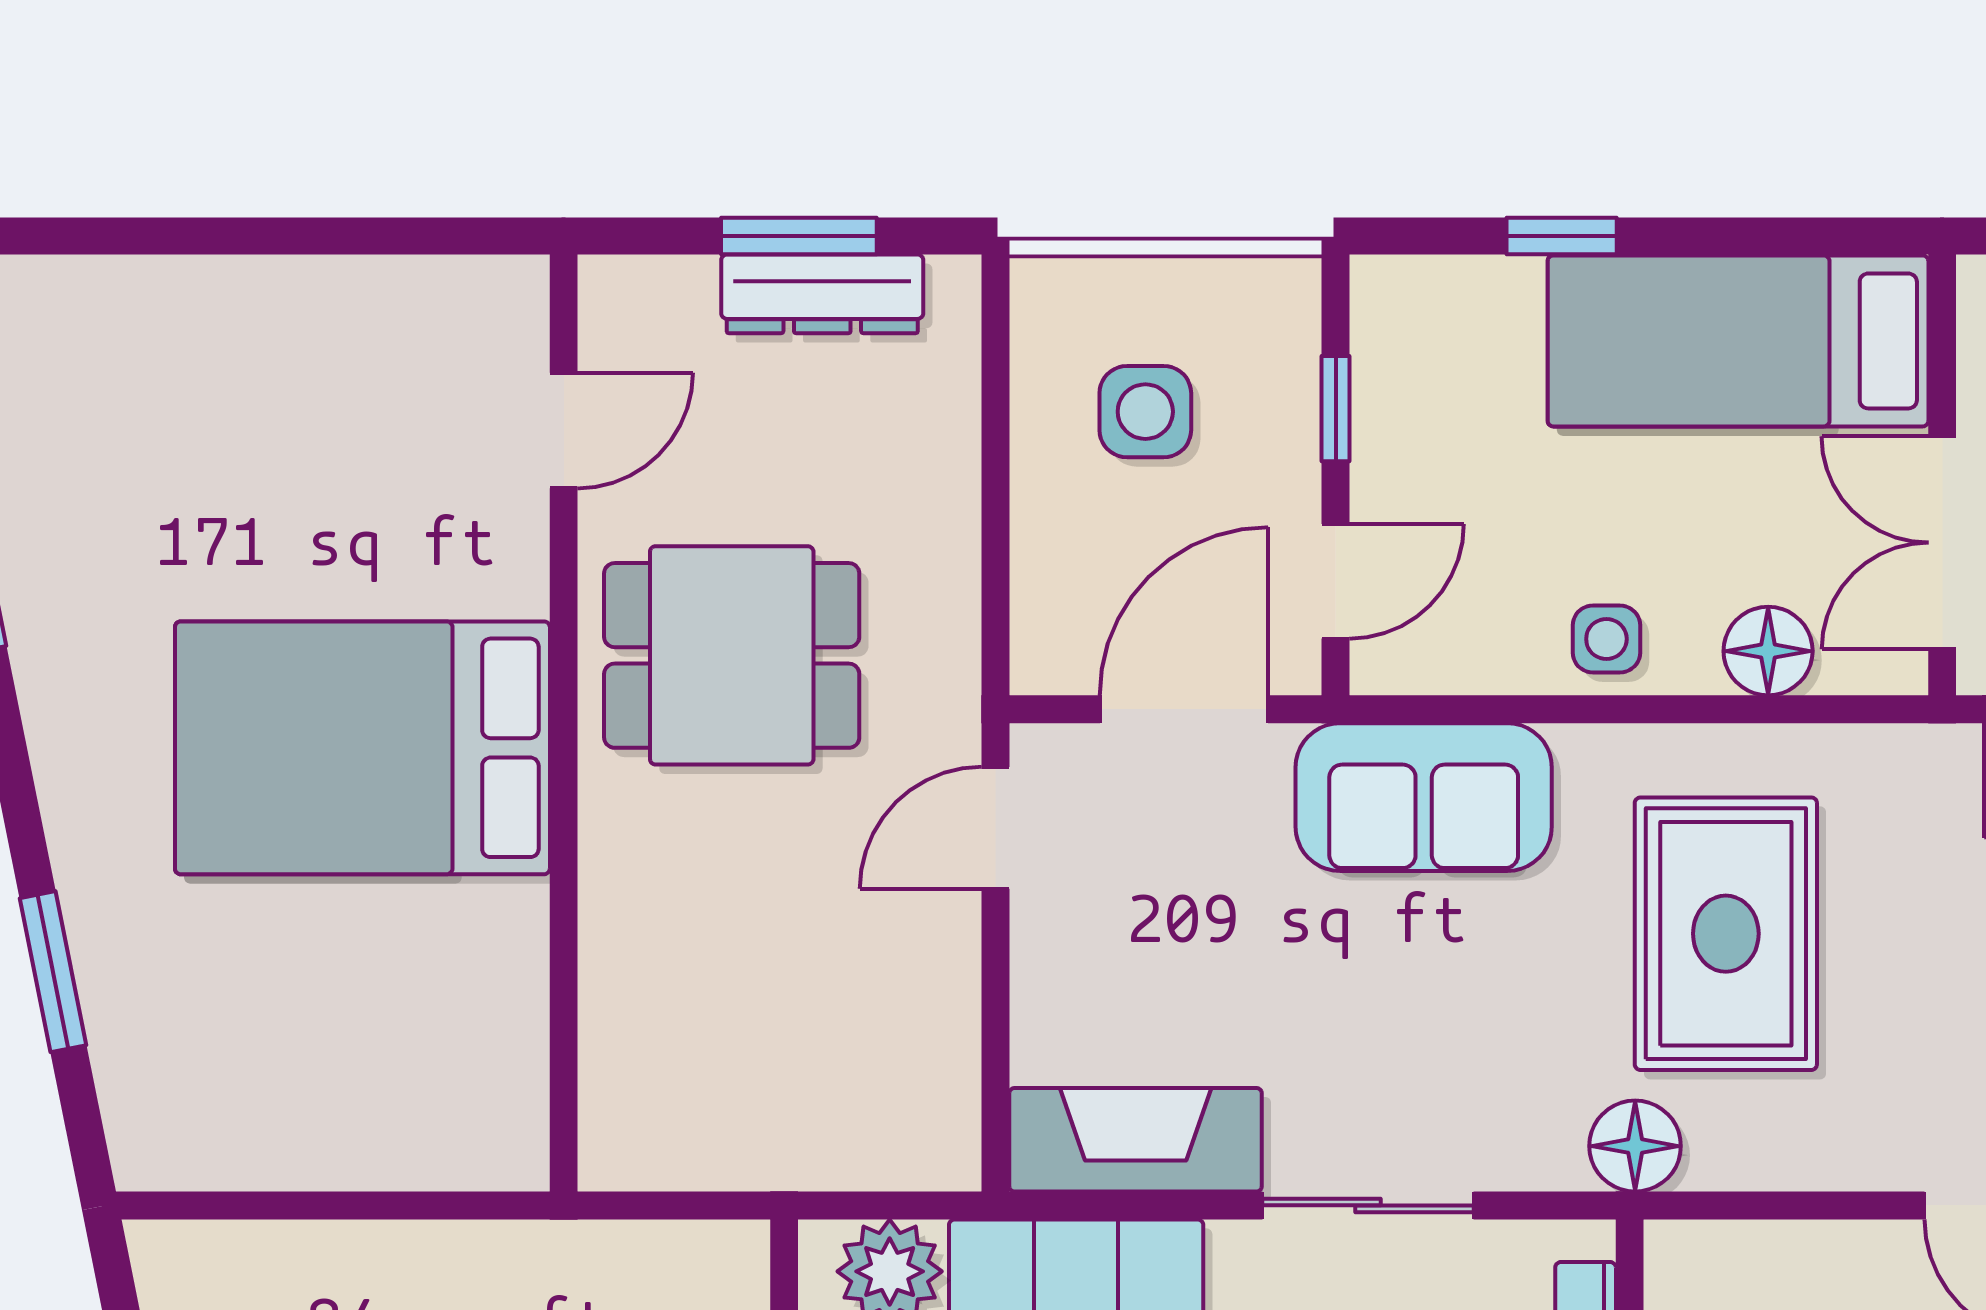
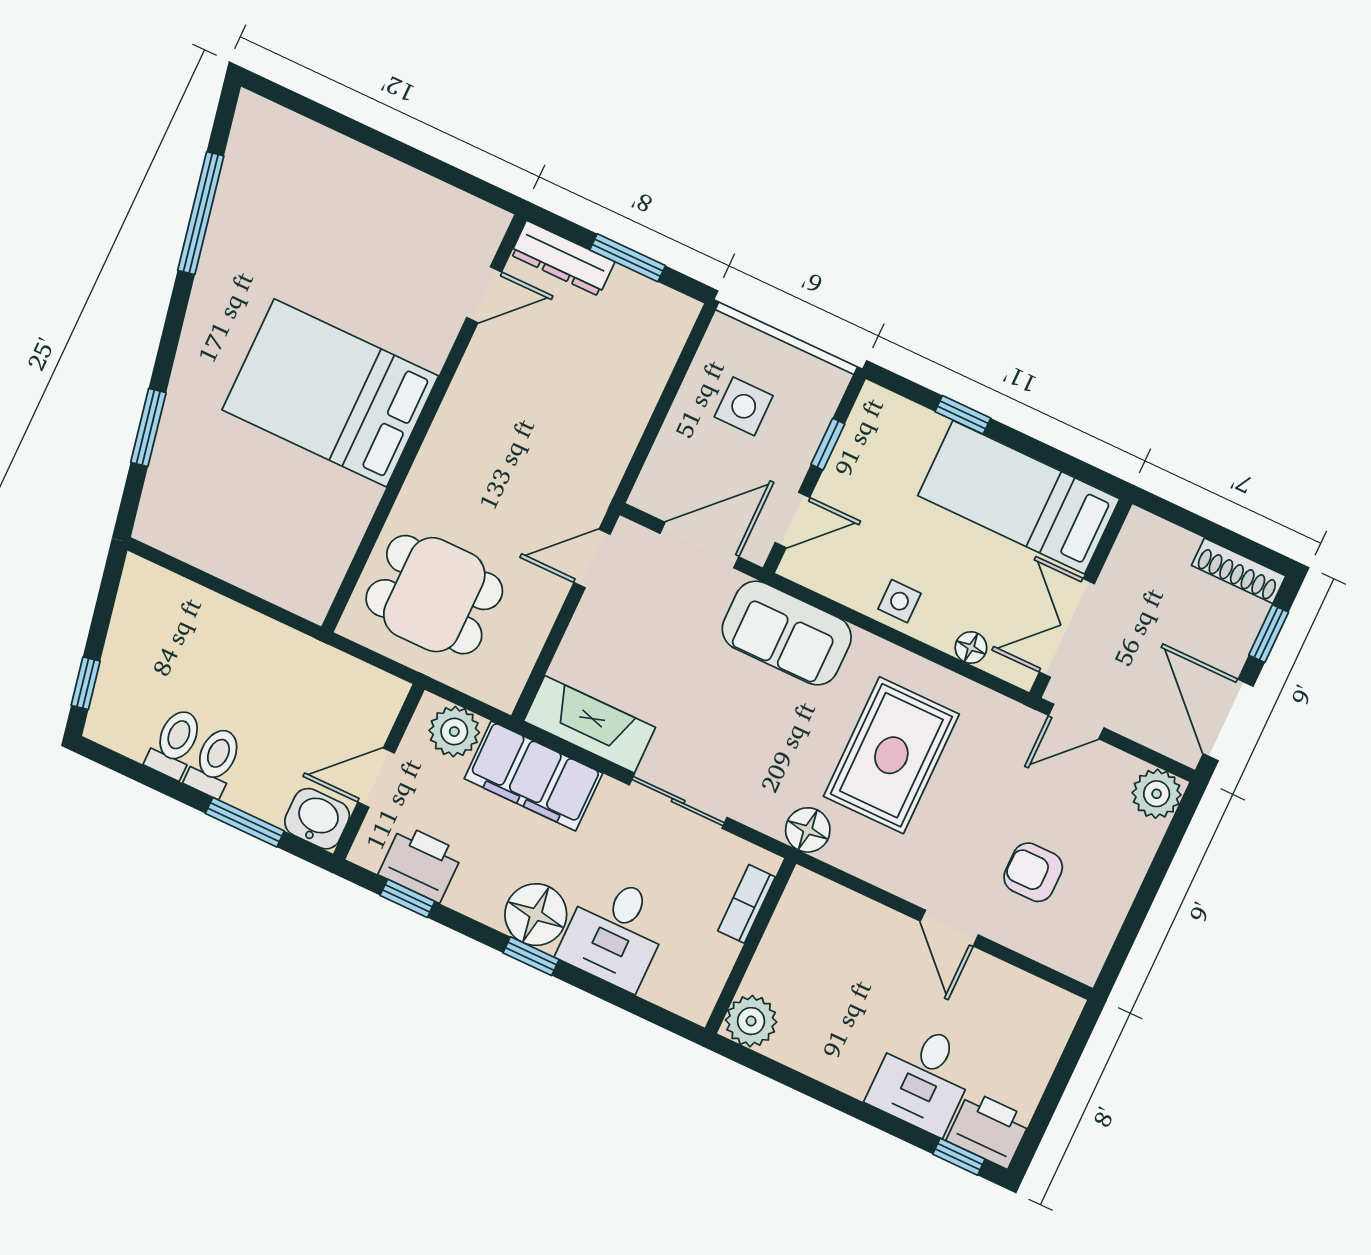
dresser: (822, 294) -> (563, 258), moved
floor lamp: (1768, 651) -> (971, 647), width x0.73, depth x0.73
dining table: (732, 655) -> (434, 595), moved

